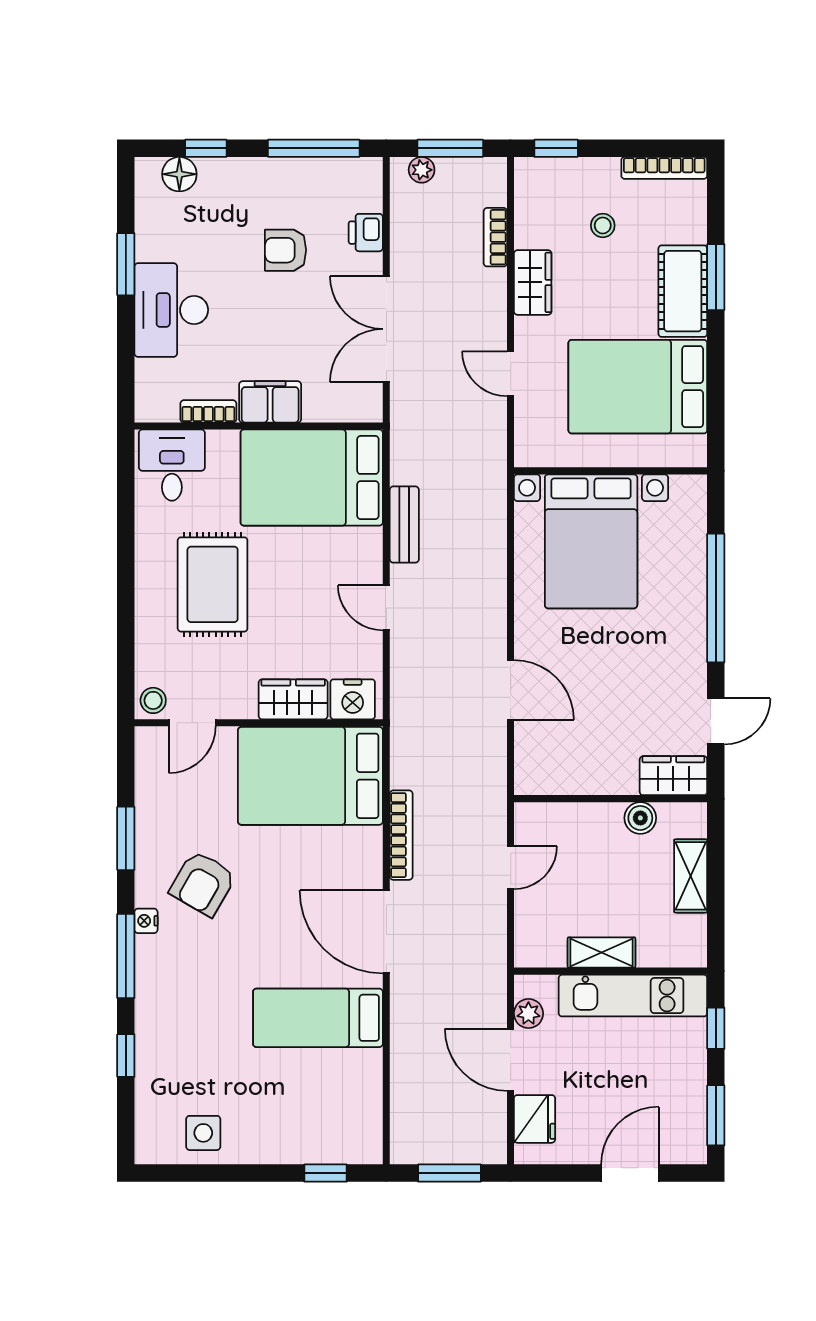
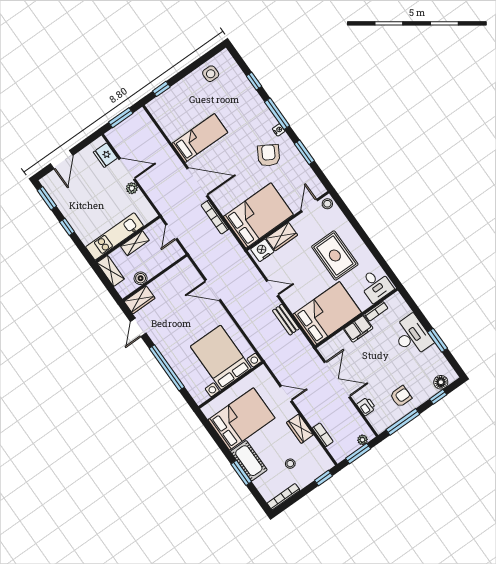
armchair: (286, 250) -> (401, 396), moved
shelving: (602, 953) -> (135, 243), moved
wall: (611, 971) -> (128, 239), moved
kitchen unit: (633, 996) -> (115, 236), moved

